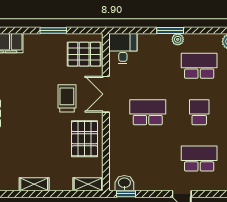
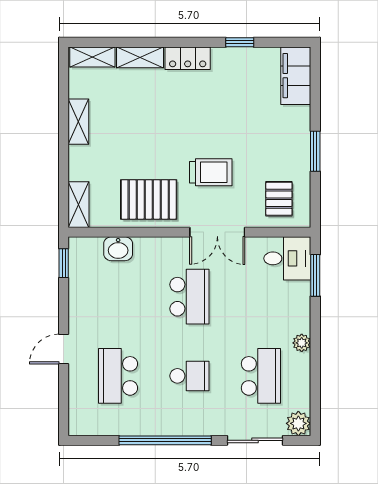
window: (170, 30) -> (315, 275), moved
pallet: (84, 54) -> (279, 199), width x0.67, depth x0.71
double door: (106, 94) -> (217, 232), swing flipped
school desk: (199, 159) -> (118, 376), turned 180
washbasin: (124, 183) -> (118, 249), moved, turned 90

